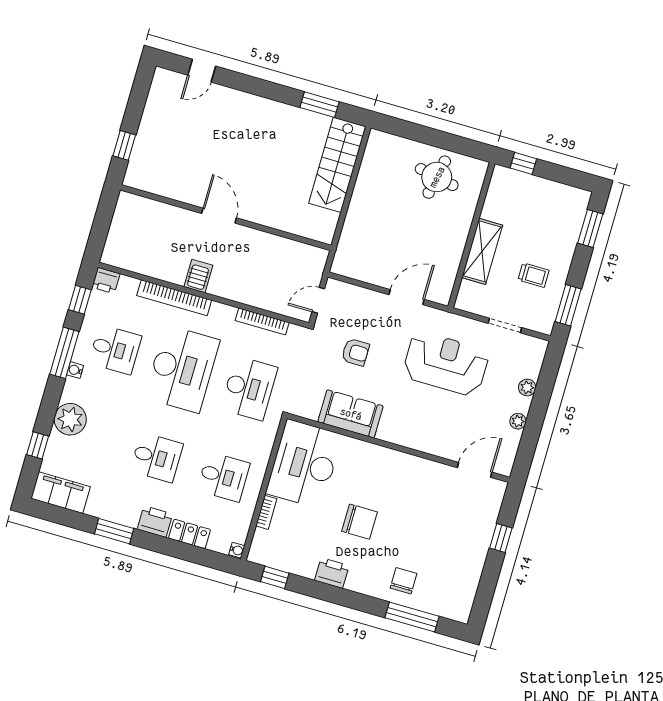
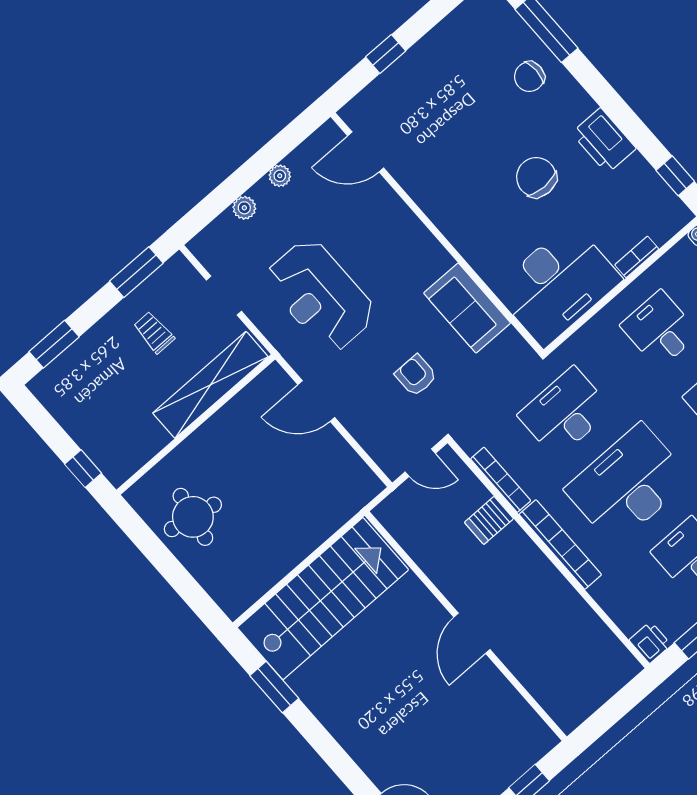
stairs: (337, 165) -> (323, 599), width x1.36, depth x1.51
shelving: (482, 251) -> (210, 385), width x1.47
server rack: (198, 276) -> (489, 520), moved
bookcase: (174, 298) -> (560, 545), moved
printer: (332, 573) -> (604, 141), width x1.37, depth x1.19

